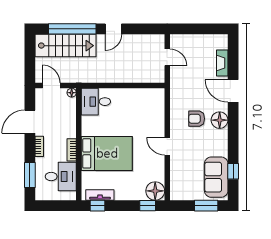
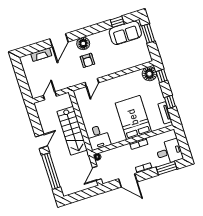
door: (113, 29) -> (42, 141), hinge flipped
stairs: (66, 46) -> (72, 131), moved, turned 180
door: (167, 146) -> (92, 83), moved
desk: (61, 177) -> (169, 152), moved, turned 90
window: (98, 206) -> (170, 102), moved

